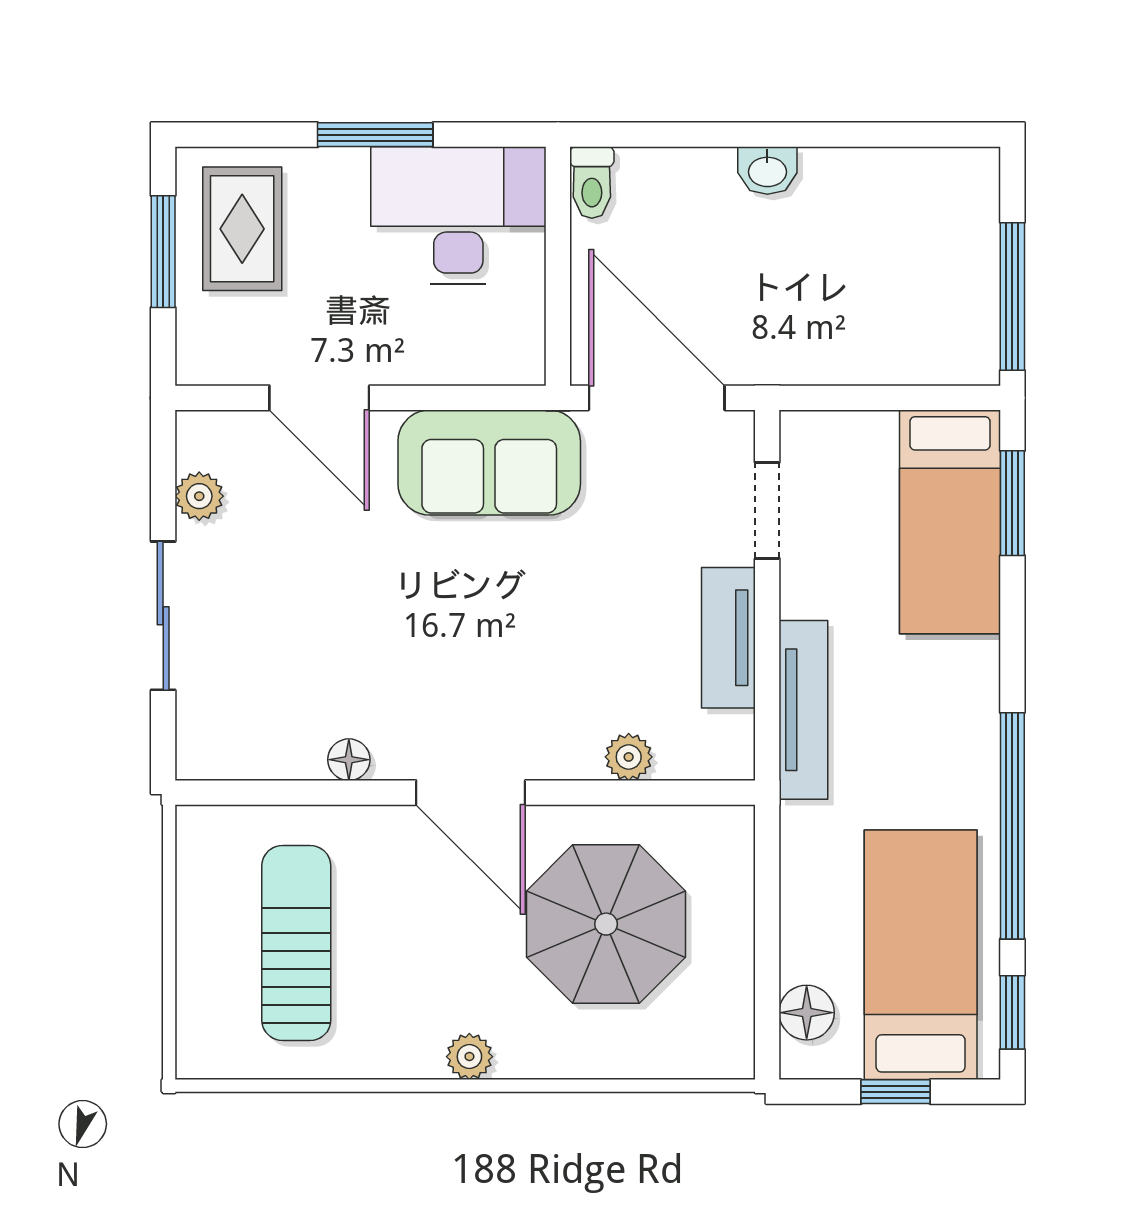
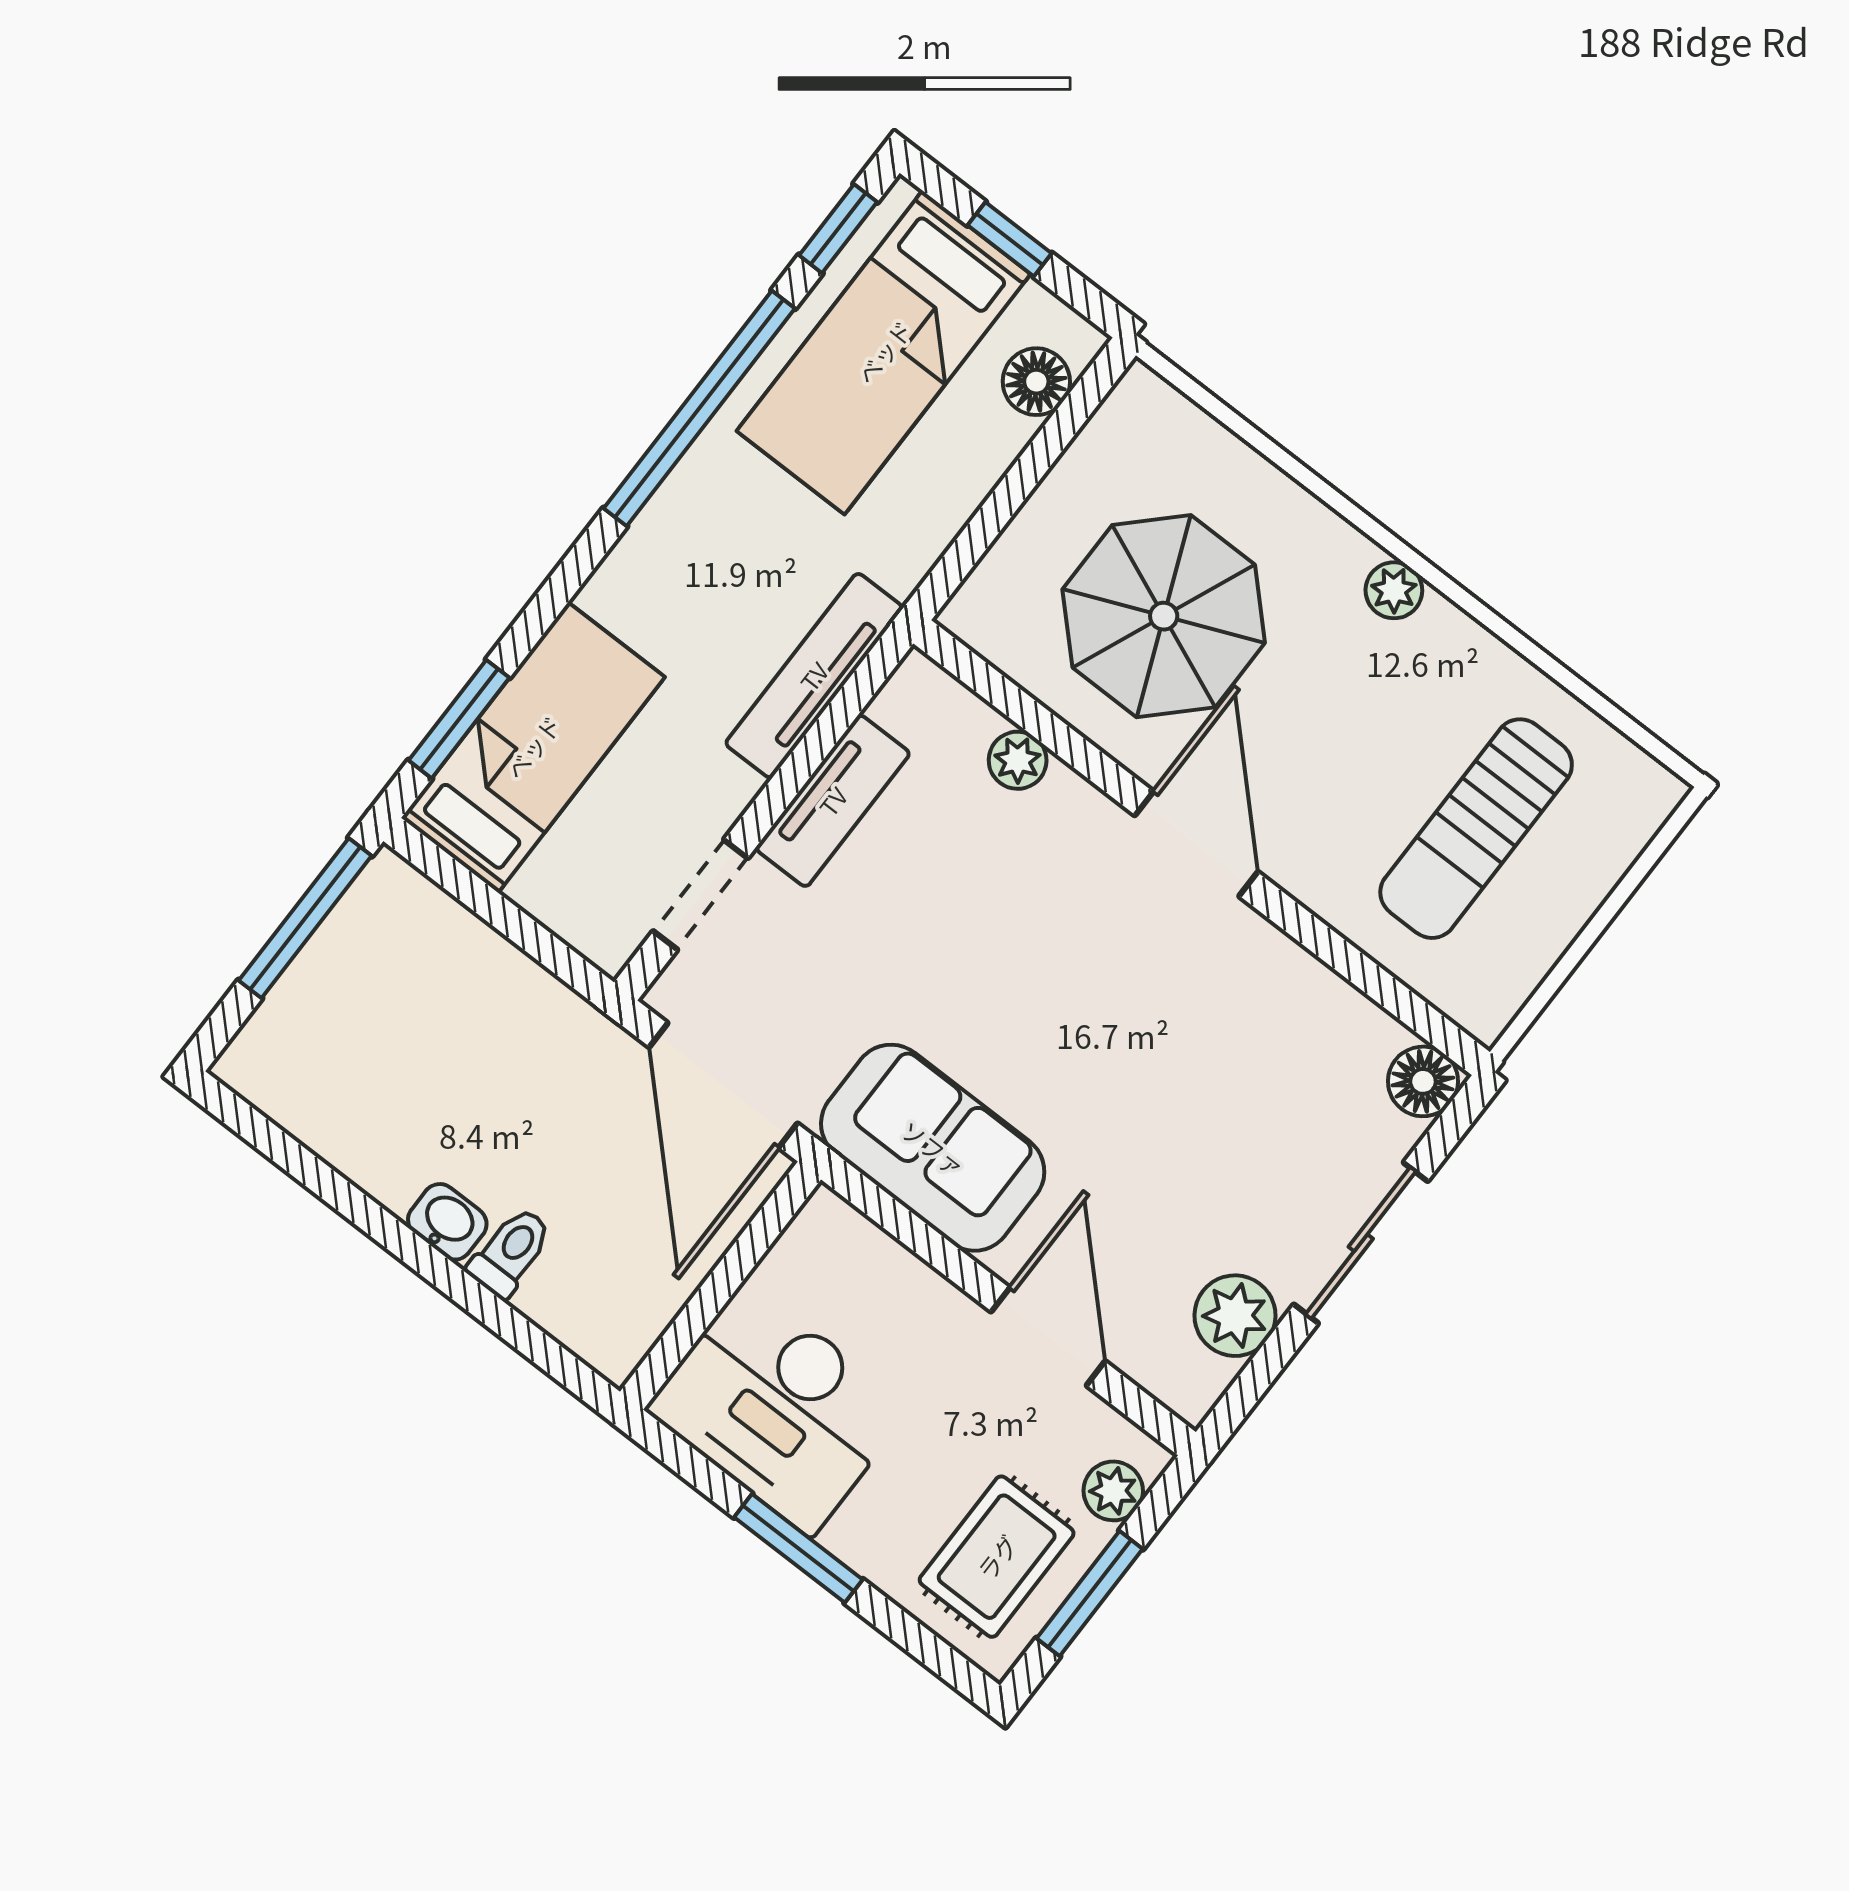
toilet: (592, 183) -> (510, 1252), moved
plant: (199, 330) -> (1113, 1491), added
plant: (199, 496) -> (1235, 1316), width x1.38, depth x1.38
floor lamp: (349, 760) -> (1423, 1081), moved, width x1.37, depth x1.37

